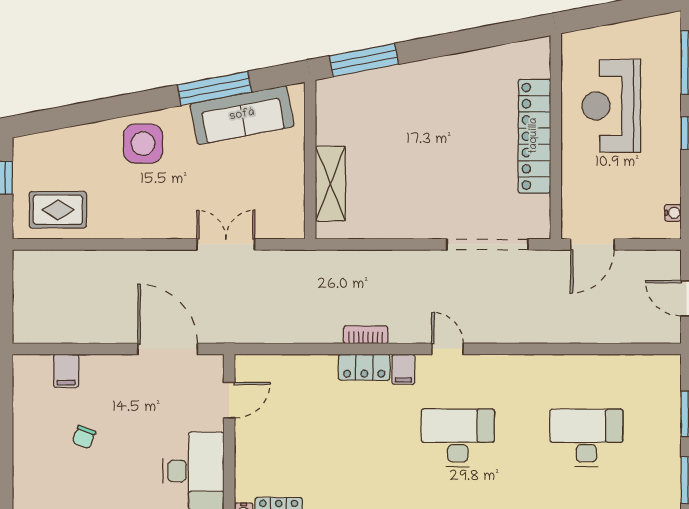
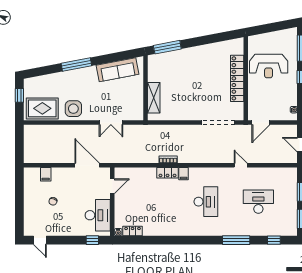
window: (214, 88) -> (76, 65), moved
reception desk: (611, 106) -> (269, 66), turned -90
side table: (143, 144) -> (73, 109), moved
rug: (58, 210) -> (42, 108), width x1.36, depth x1.43
double door: (226, 244) -> (111, 123), swing flipped
door: (447, 349) -> (241, 165), moved
desk: (458, 438) -> (206, 202), turned 90

